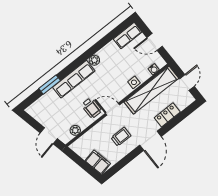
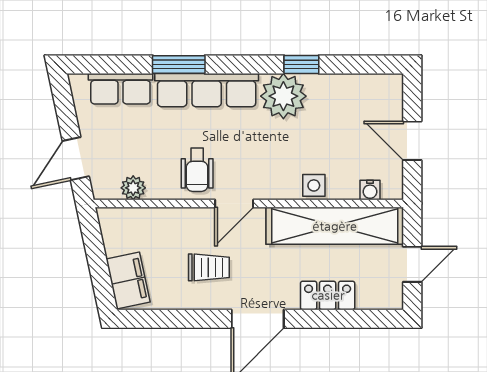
row of seats: (128, 36) -> (120, 89), moved
window: (98, 46) -> (301, 65), added
plant: (94, 60) -> (283, 96), width x1.87, depth x1.87
window: (50, 85) -> (179, 65), moved
door: (113, 109) -> (234, 203), swing flipped

